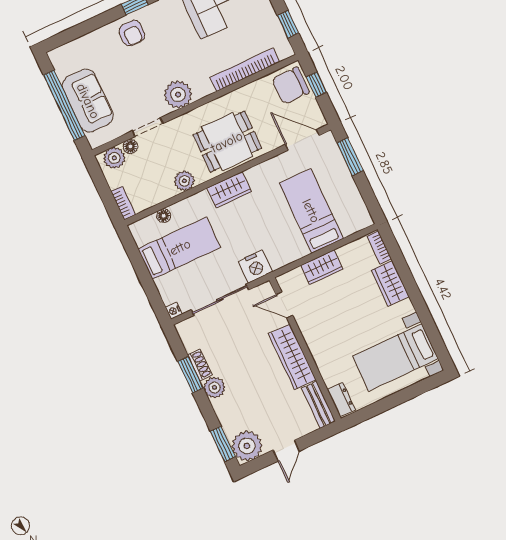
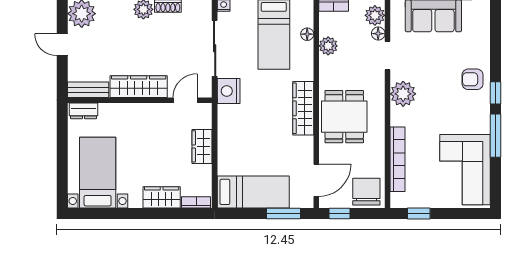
window: (316, 85) -> (339, 213), moved
plant: (184, 181) -> (328, 46), moved
wardrobe: (229, 190) -> (303, 108), width x1.50
bed: (311, 211) -> (253, 192), moved

